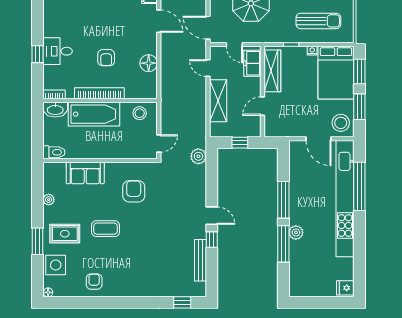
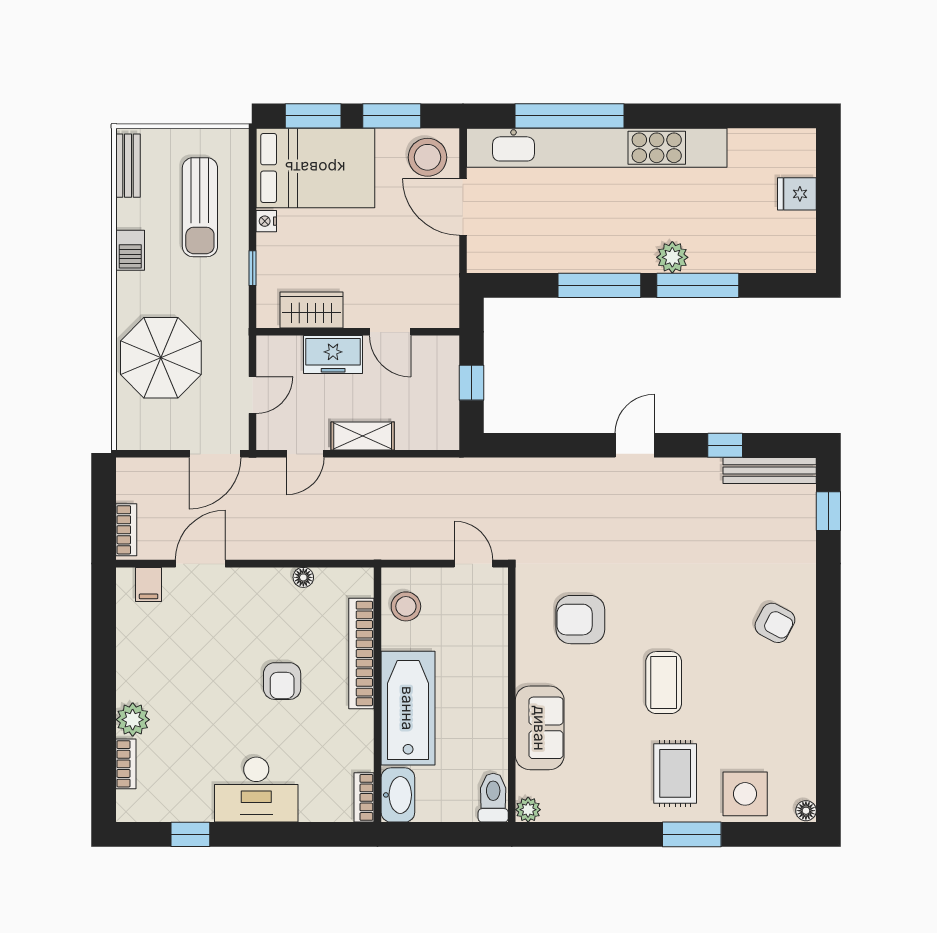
sun lounger: (318, 21) -> (200, 207), turned 180
desk: (58, 51) -> (256, 790), width x1.37
window: (37, 54) -> (190, 834), moved
armchair: (106, 58) -> (282, 681), turned 90
floor lamp: (149, 63) -> (303, 577), width x0.53, depth x0.53
freezer: (252, 63) -> (333, 355), moved
wardrobe: (272, 71) -> (311, 310), width x0.67
bookcase: (99, 93) -> (361, 653), moved
shelving: (218, 101) -> (363, 436), width x0.67, depth x0.75
door: (318, 139) -> (463, 207), swing flipped
plant: (198, 156) -> (502, 475), removed
plant: (49, 200) -> (528, 810), moved
window: (212, 240) -> (725, 445), moved
bench: (200, 260) -> (770, 470), moved
armchair: (94, 282) -> (775, 623), moved, turned -152
fridge: (345, 288) -> (797, 194), moved, turned 90

